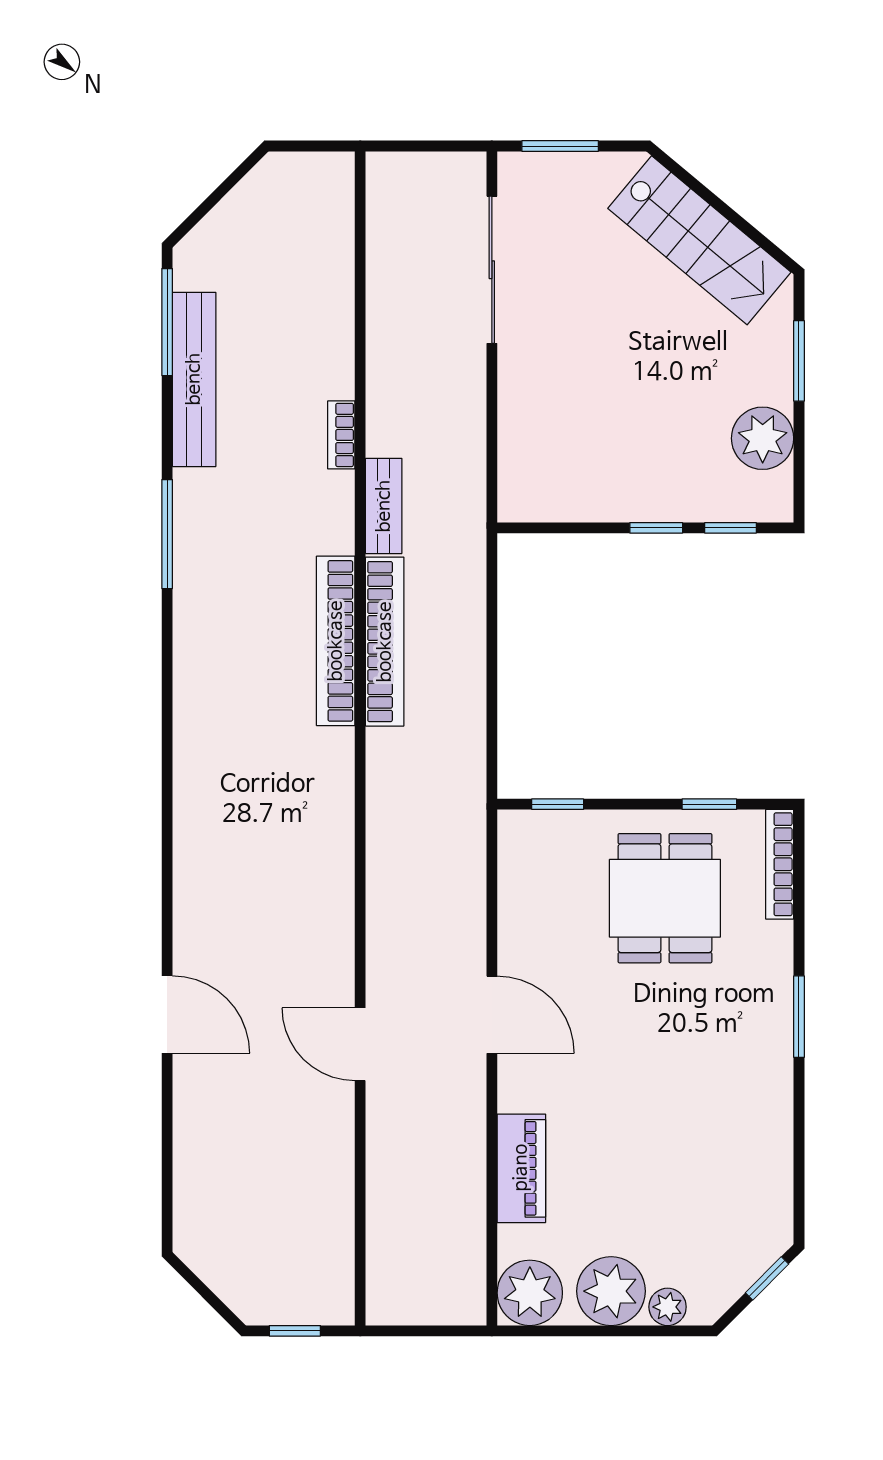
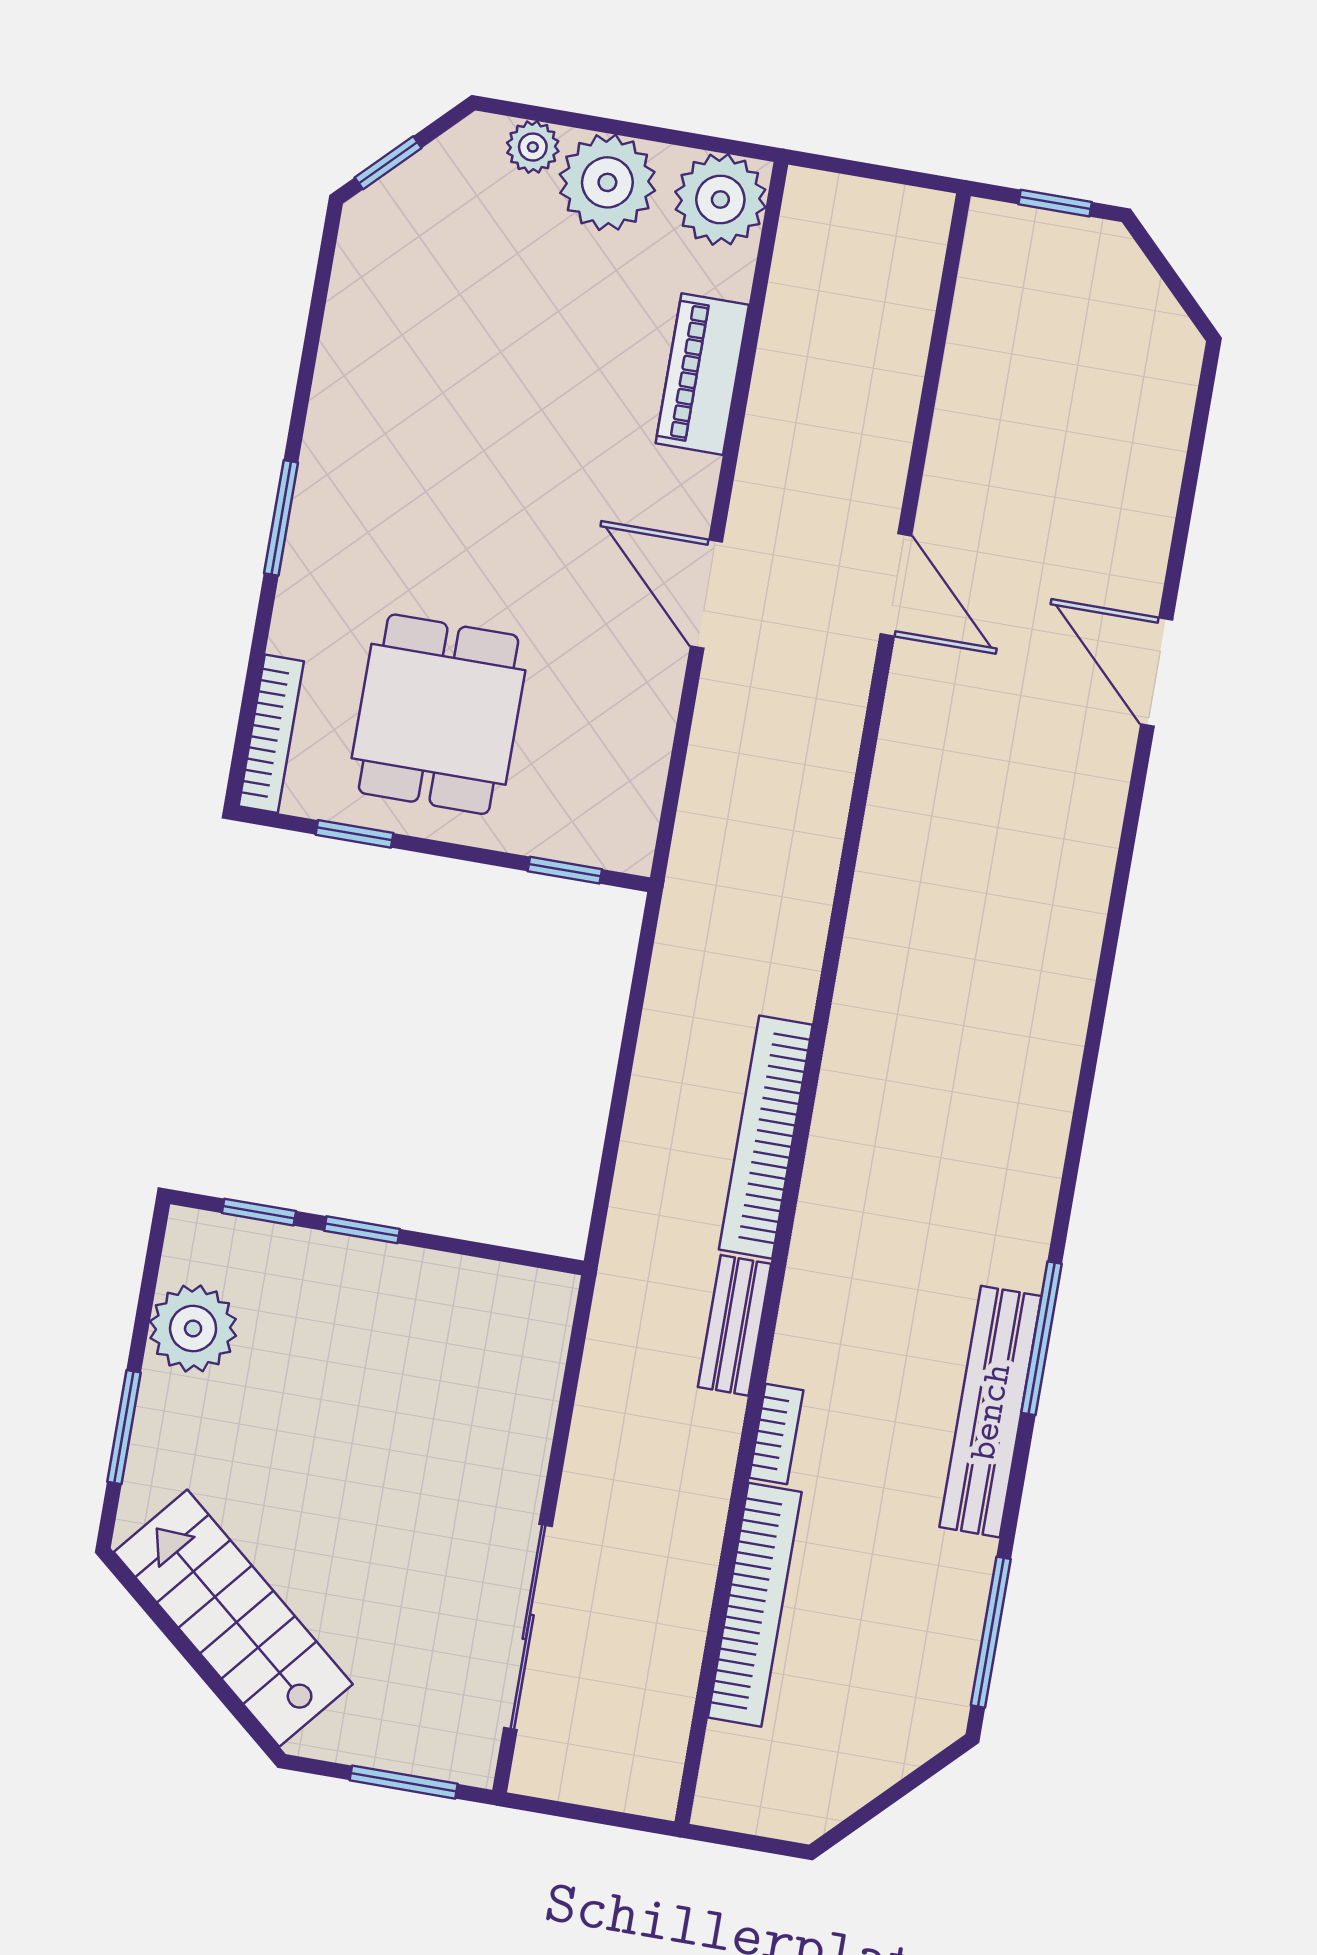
bench: (194, 379) -> (990, 1412), moved
bookcase: (336, 641) -> (755, 1605), moved

